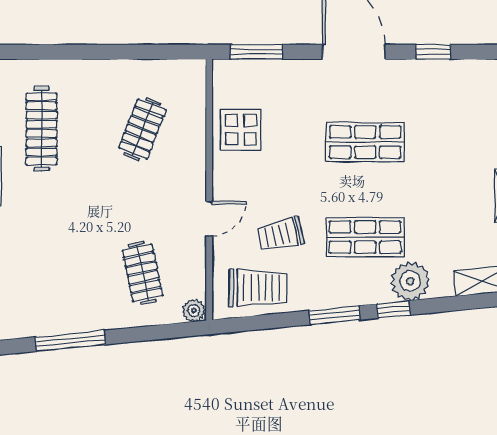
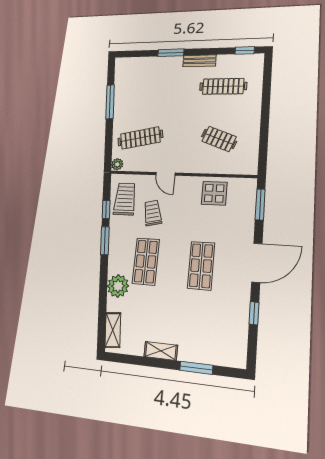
clothes rail: (142, 273) -> (140, 138), width x1.36
trolley: (258, 288) -> (125, 199), turned 180
window: (393, 309) -> (106, 209), moved

